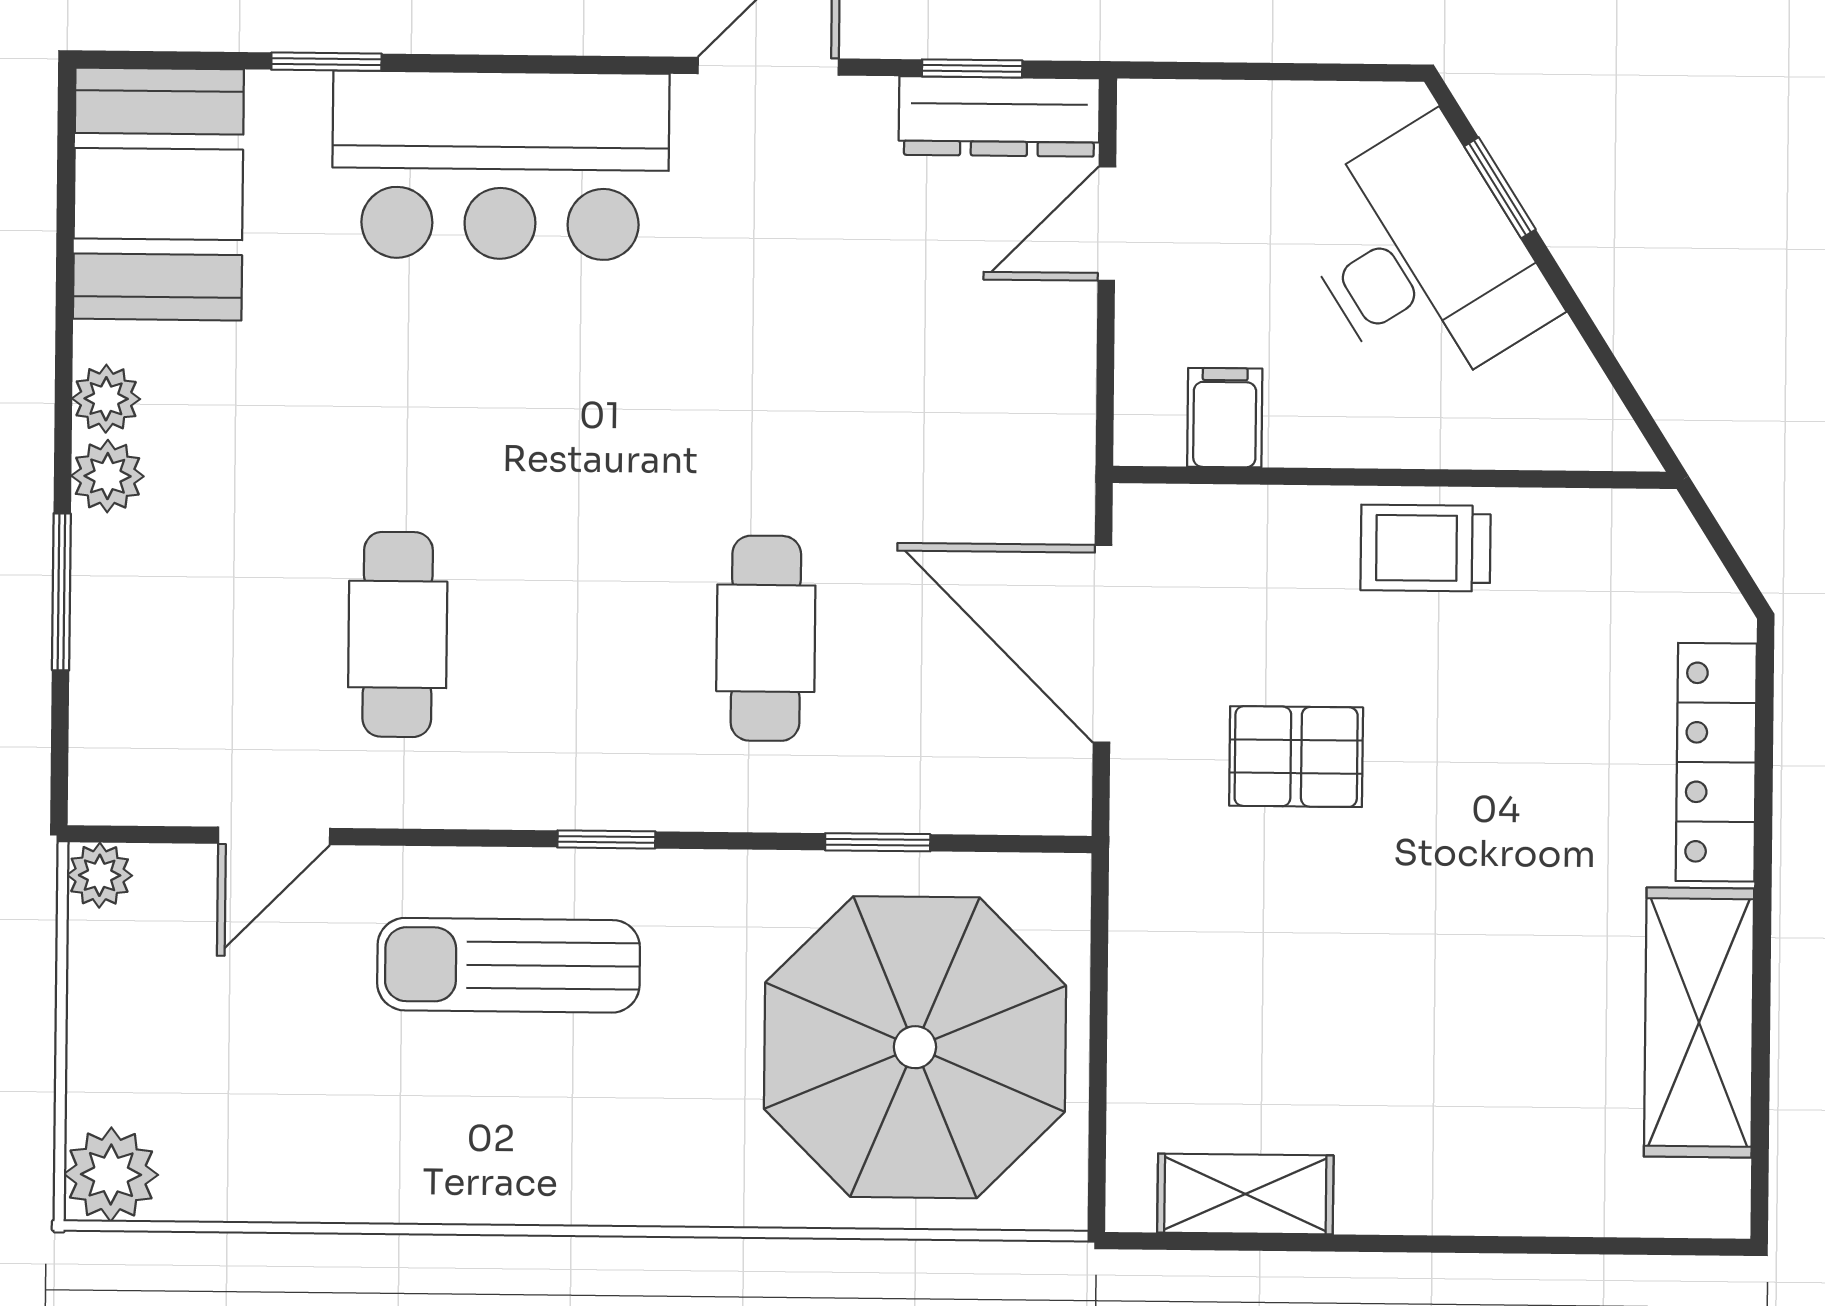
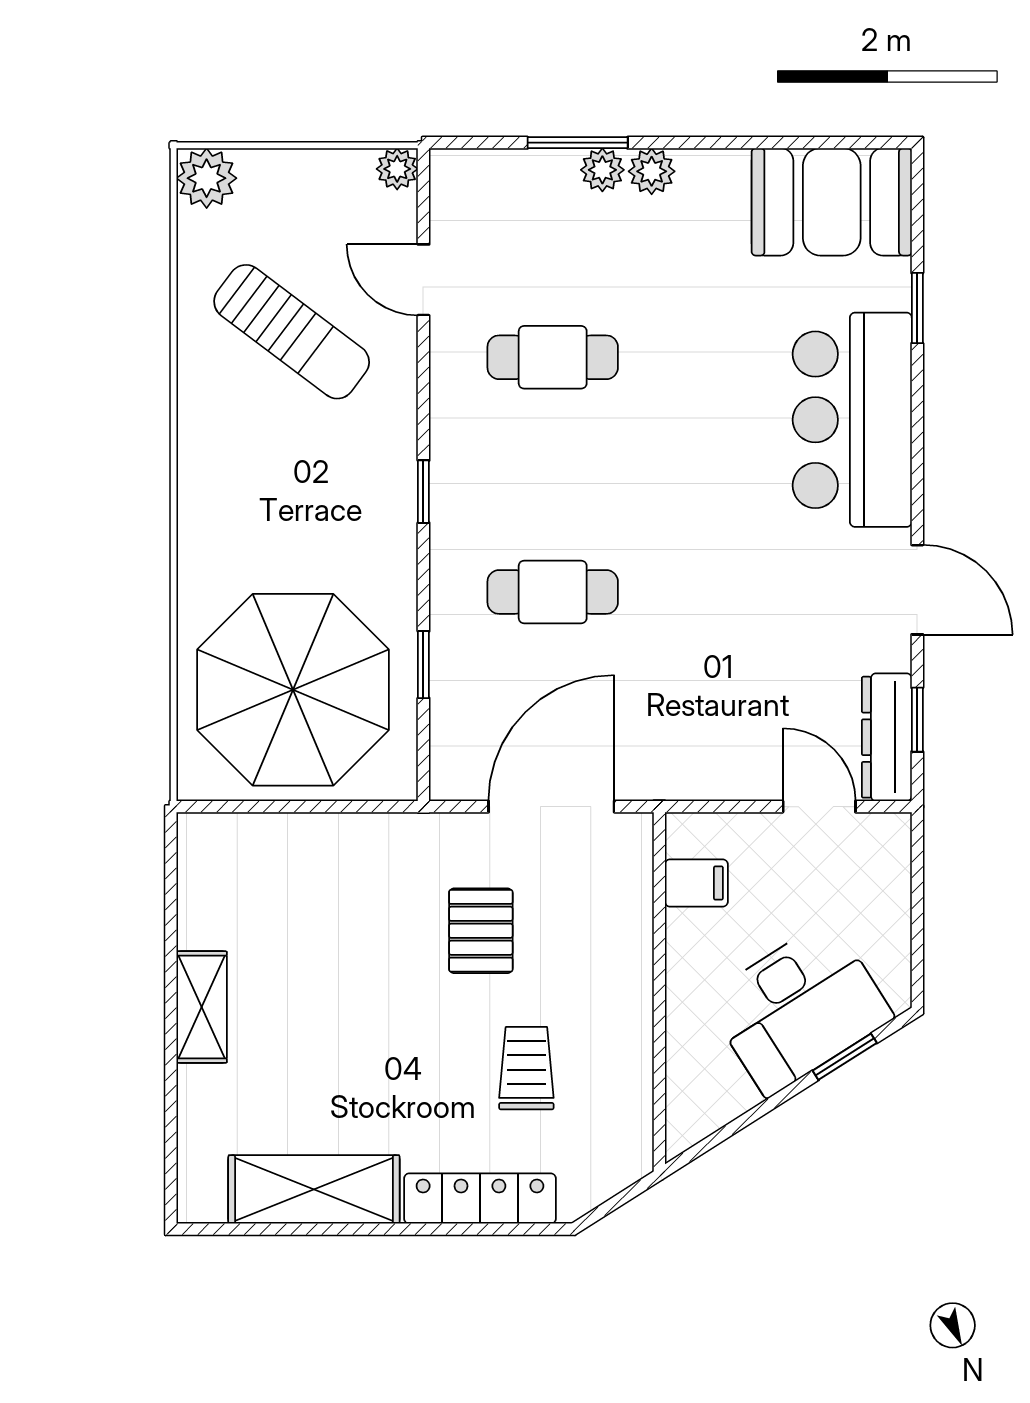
plant: (106, 399) -> (602, 170), moved
trolley: (1426, 548) -> (526, 1068), moved
sun lounger: (509, 965) -> (292, 332), moved, turned 127
shelving: (1245, 1194) -> (202, 1007), moved

